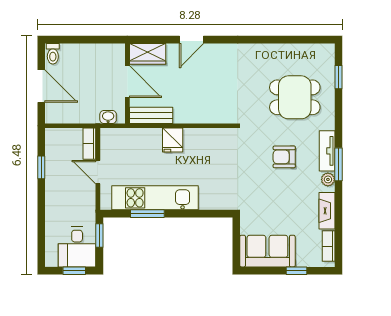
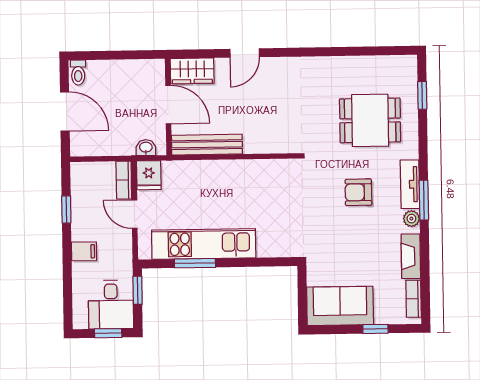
bench: (151, 115) -> (207, 145), width x1.36
fridge: (173, 140) -> (149, 175), moved
filing cabinet: (55, 202) -> (84, 251), added

